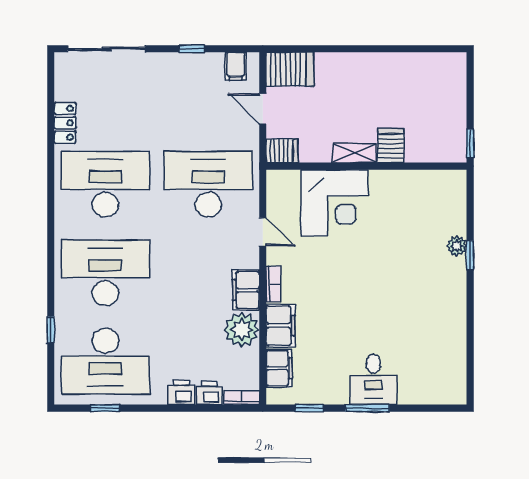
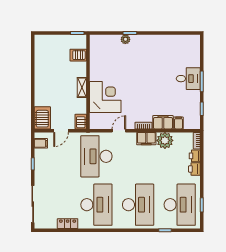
server rack: (391, 146) -> (78, 55), moved
desk: (105, 184) -> (96, 205), turned 180
desk: (105, 273) -> (138, 205), turned 180
filing cabinet: (279, 368) -> (179, 123), width x0.50

